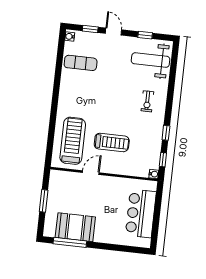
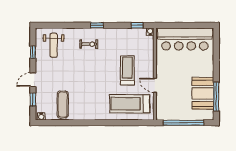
weight bench: (151, 60) -> (54, 45), width x0.73, depth x0.75
window: (166, 133) -> (97, 25), moved
window: (44, 201) -> (184, 123), width x2.11
bar counter: (141, 213) -> (185, 39), width x1.36

